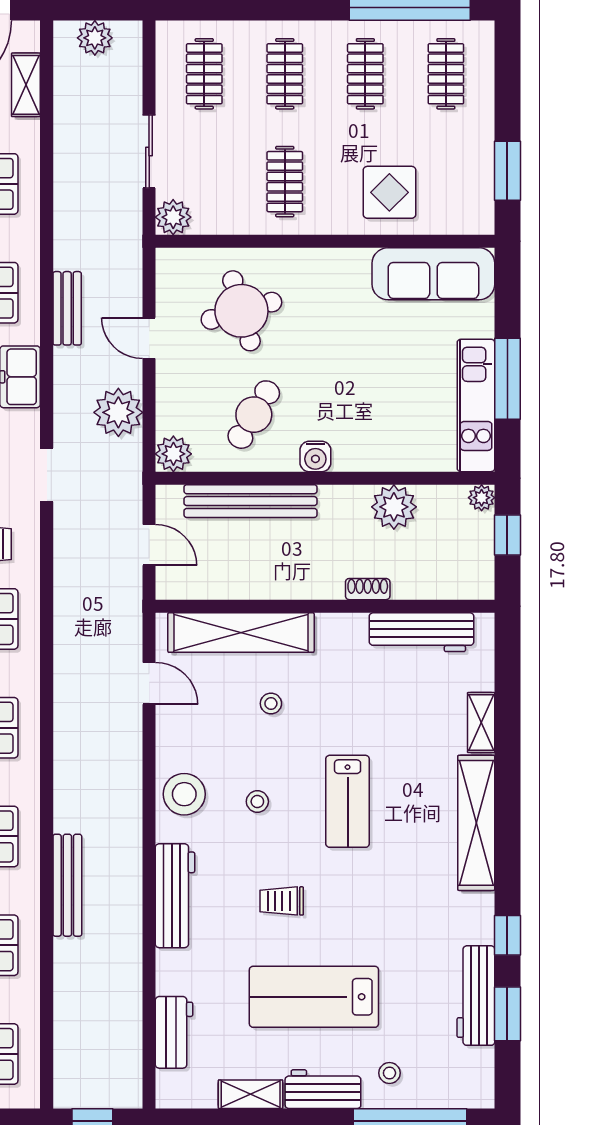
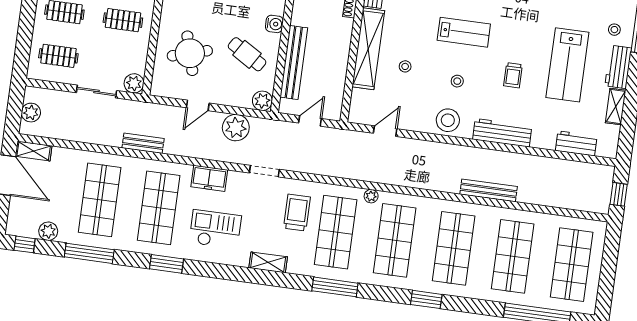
shelving: (26, 85) -> (34, 151), moved
bench: (67, 308) -> (143, 143), moved
shelving: (241, 633) -> (368, 49), moved
plant: (28, 674) -> (371, 196), added

